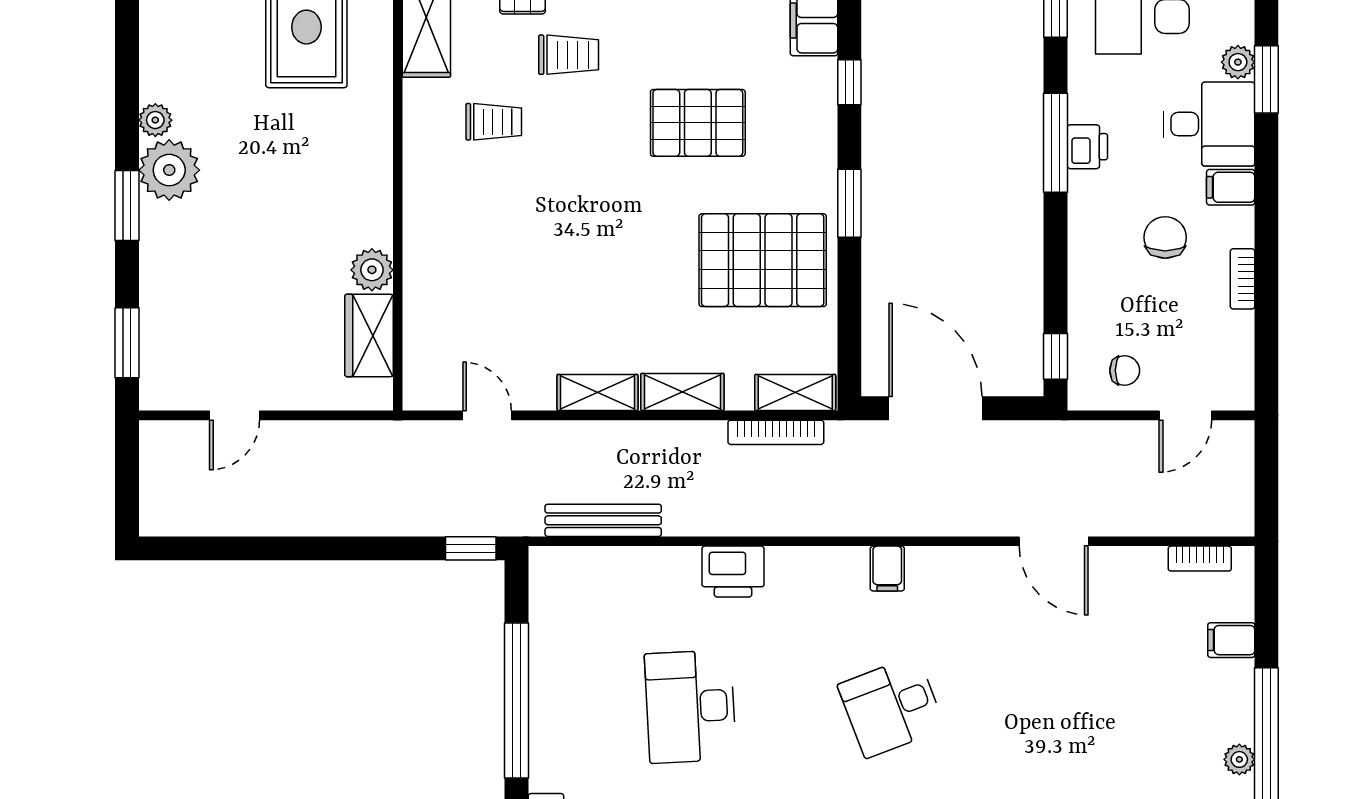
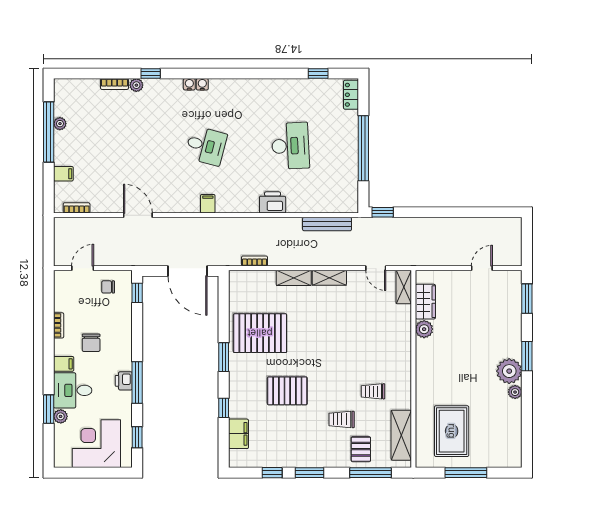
shelving: (795, 392) -> (404, 287), moved, turned 90
bookcase: (776, 432) -> (255, 261), width x0.64
desk: (891, 706) -> (206, 146), turned 36

